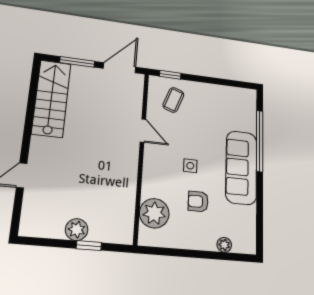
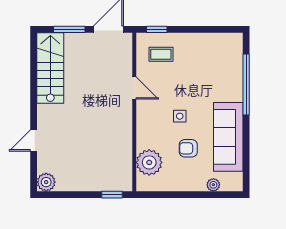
coffee table: (173, 100) -> (161, 54), turned 70
sofa: (241, 167) -> (228, 137), moved
plant: (77, 230) -> (46, 182), moved
window: (89, 246) -> (112, 195), moved

